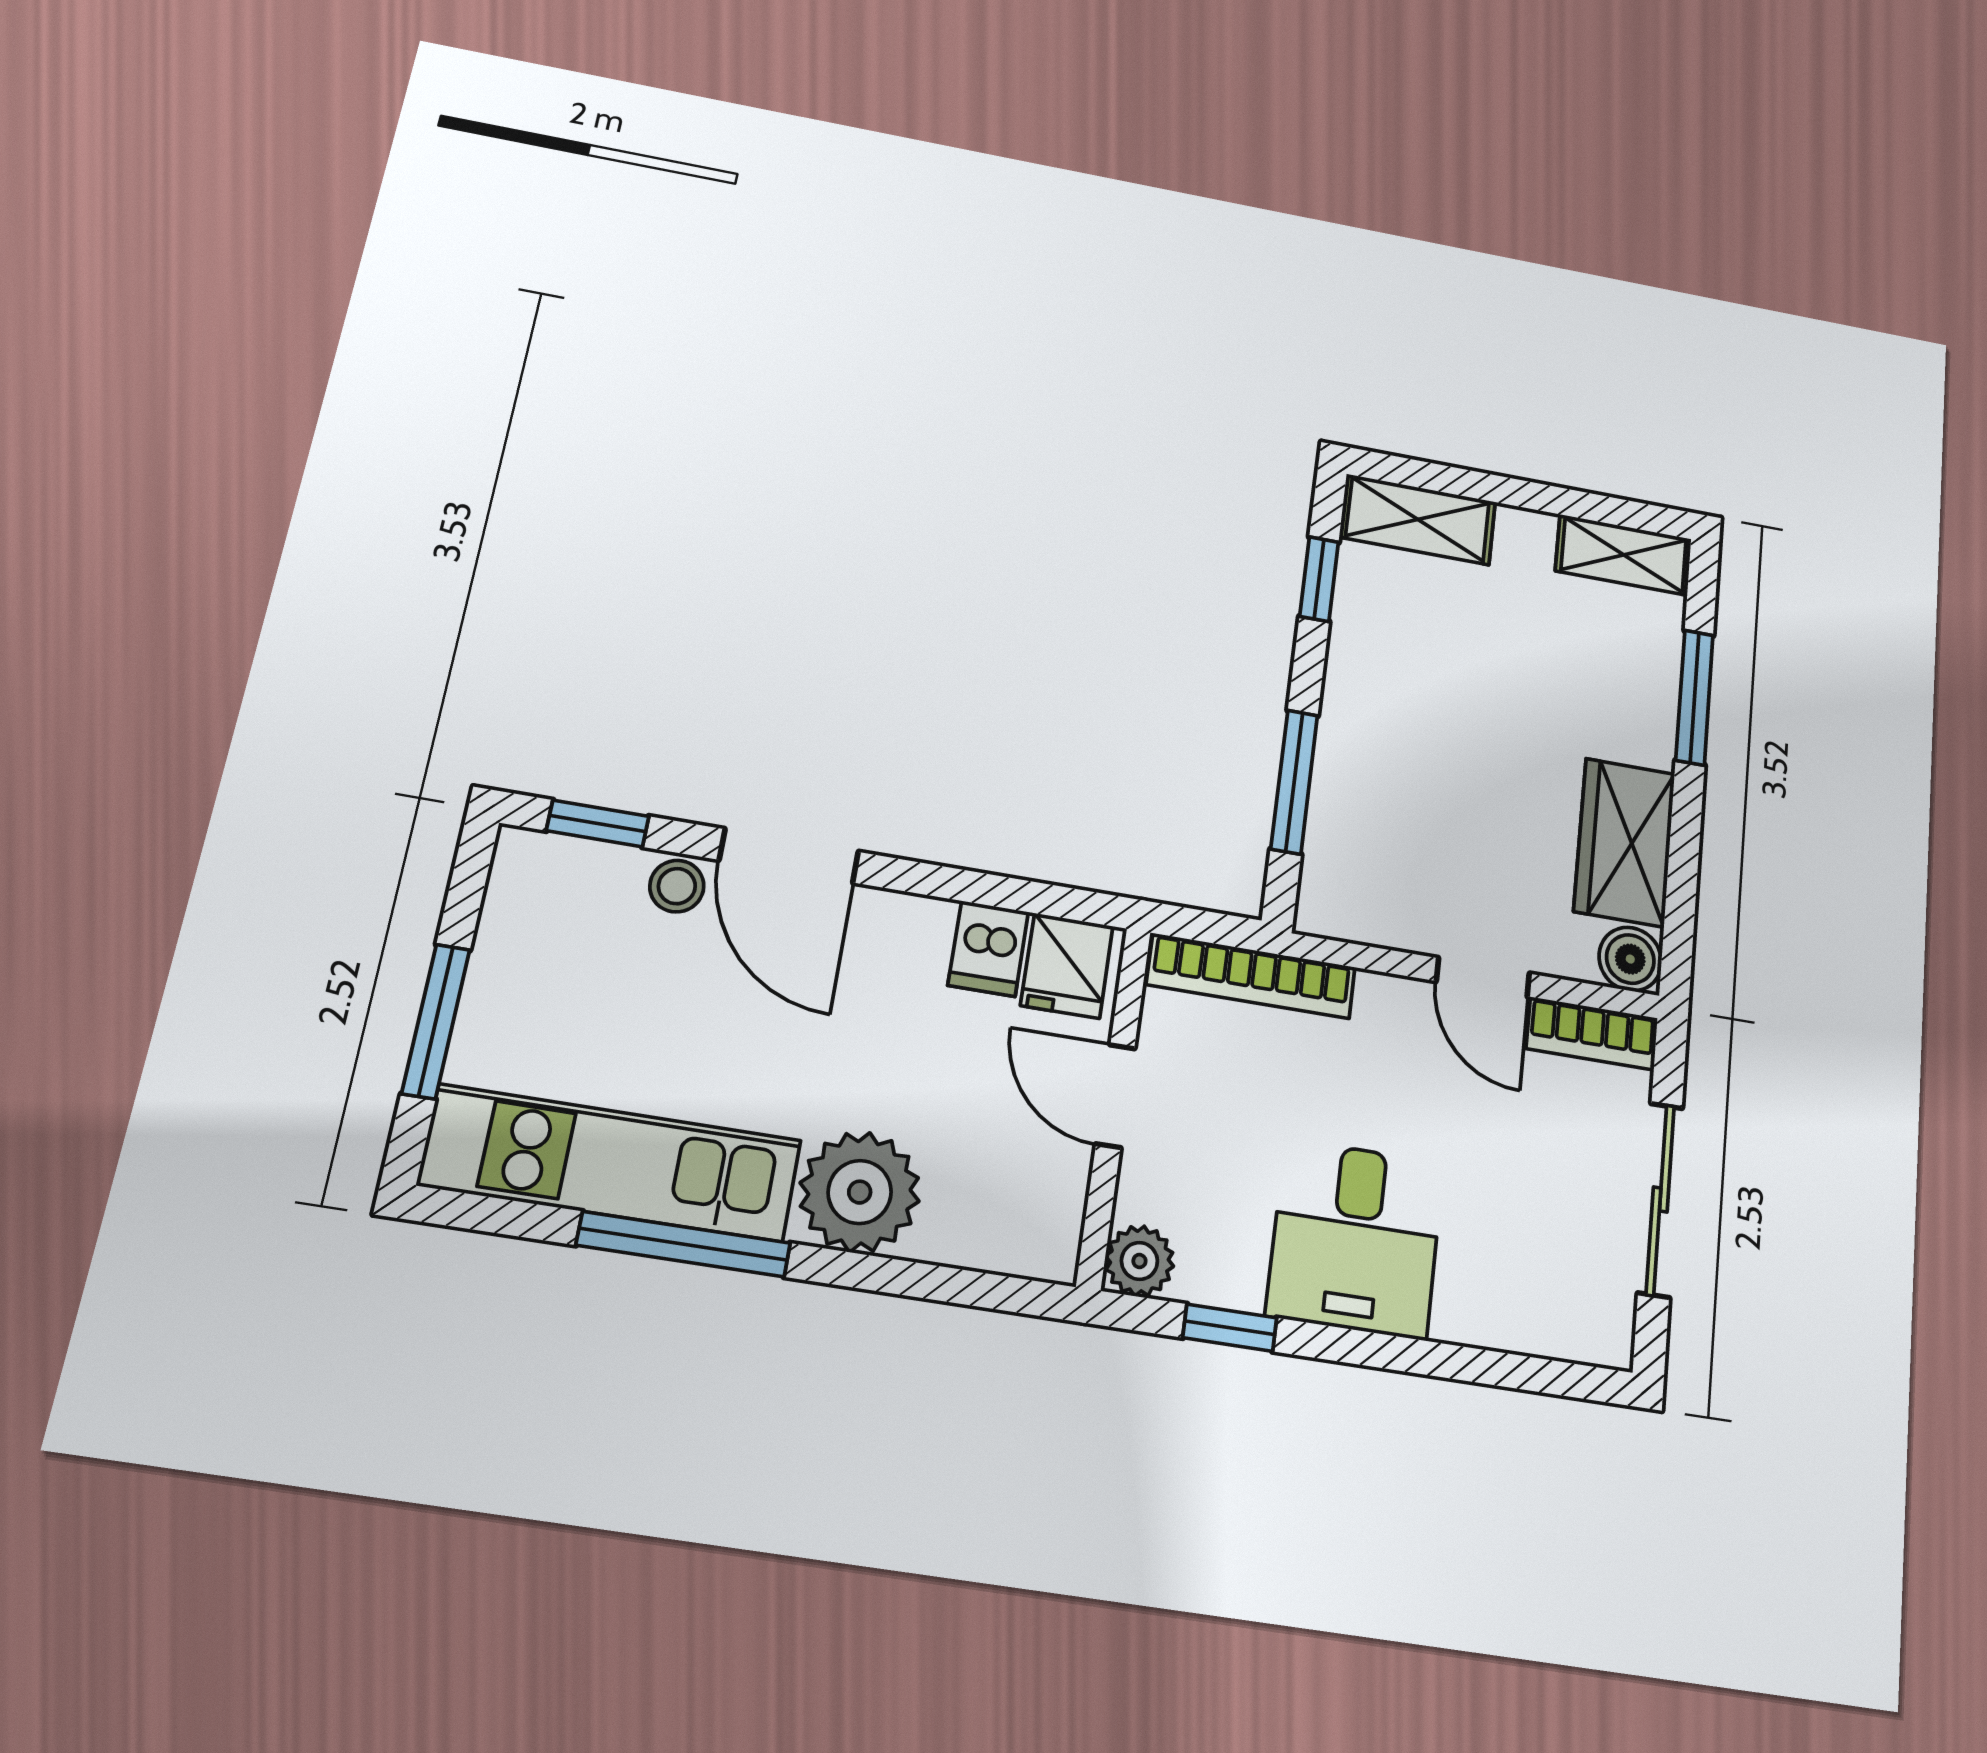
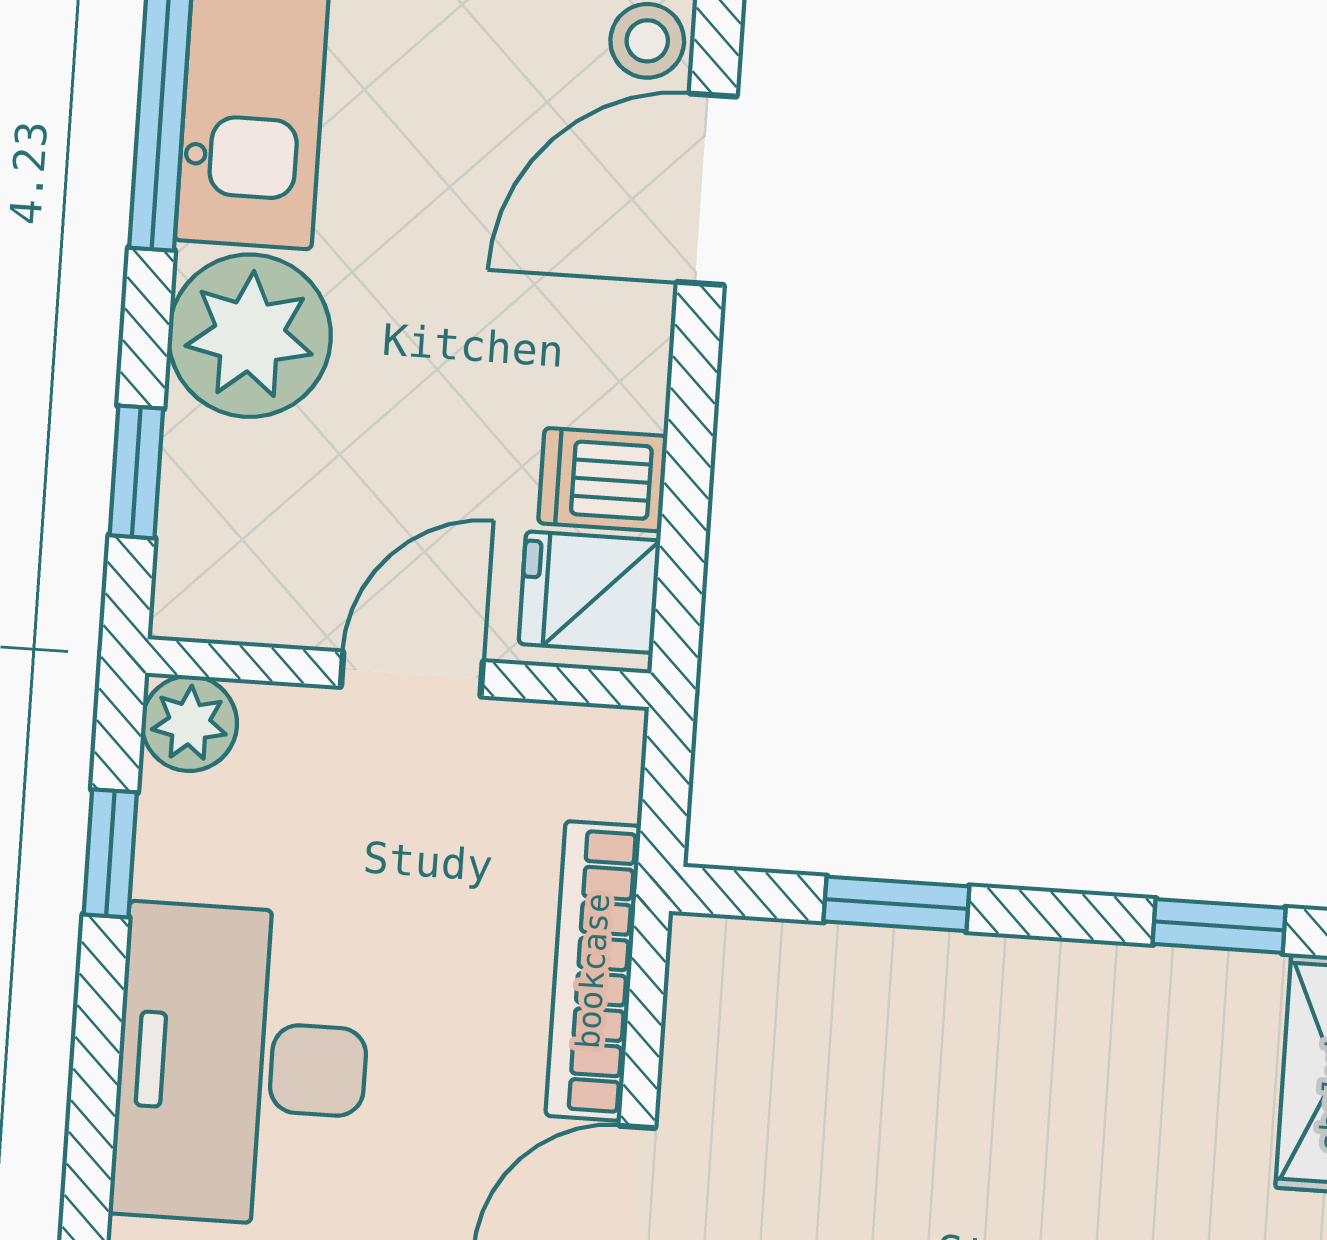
window: (1294, 782) -> (896, 904), width x0.67
bookcase: (1251, 976) -> (593, 971), moved
desk: (1355, 1239) -> (242, 1065), width x1.37
window: (952, 1285) -> (136, 472), added

